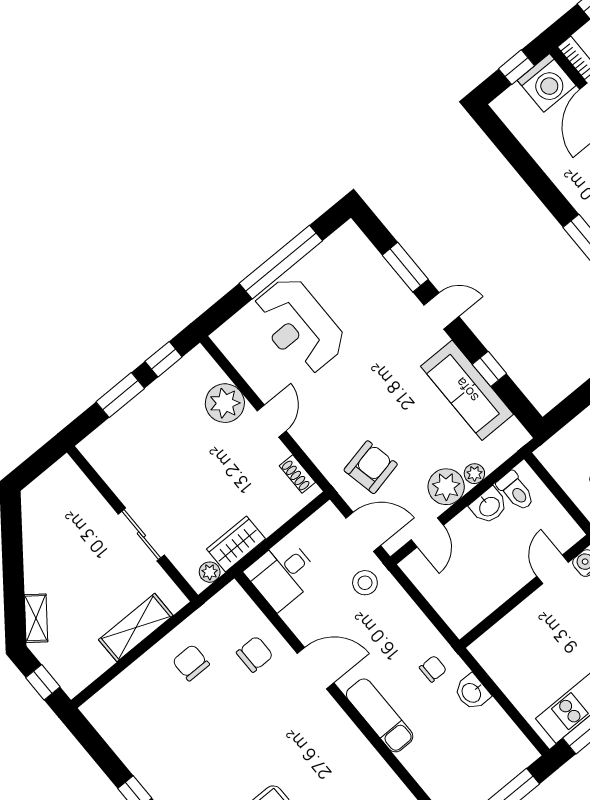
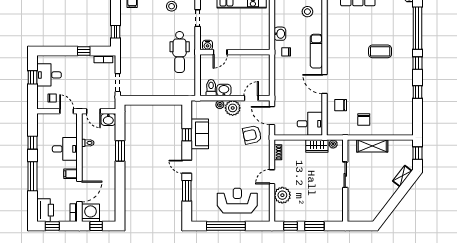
reception desk: (299, 326) -> (237, 201), turned -90
sofa: (467, 390) -> (200, 134), width x0.73
stool: (365, 583) -> (307, 12), moved

